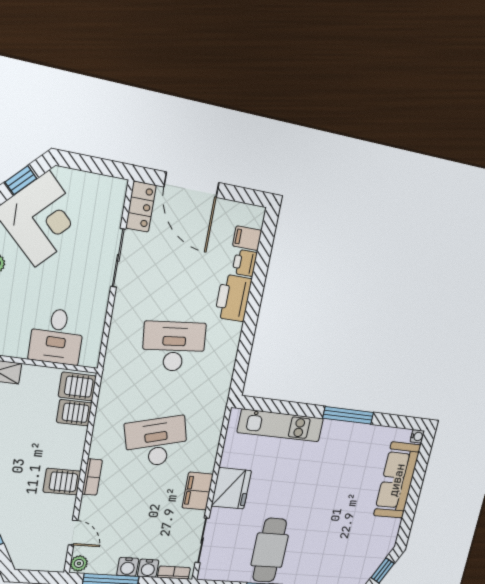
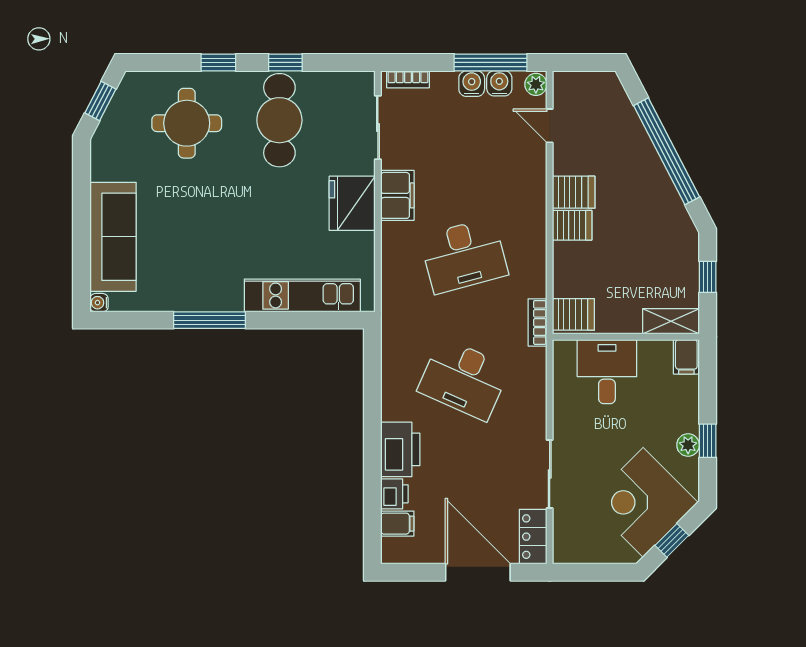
desk: (174, 346) -> (464, 379), turned 30
server rack: (74, 413) -> (572, 225), moved
bookcase: (92, 477) -> (537, 322), moved
round table: (332, 552) -> (187, 123), added
water cooler: (148, 568) -> (499, 83), moved

